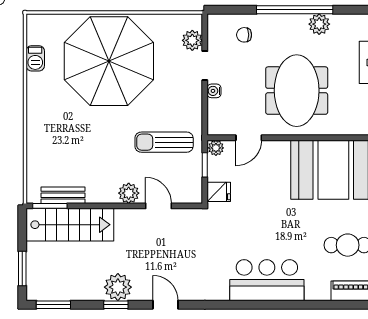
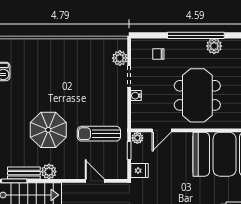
parasol: (109, 61) -> (48, 130), moved, width x0.54, depth x0.54
plant: (129, 193) -> (49, 172), moved

